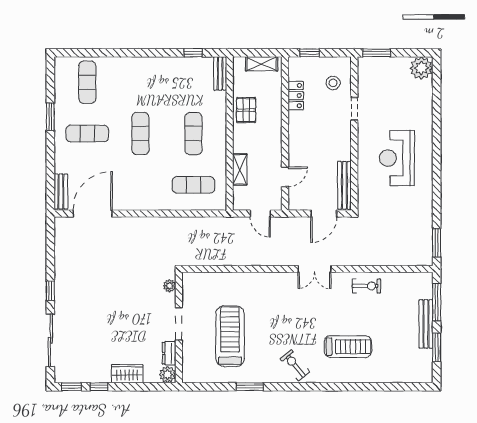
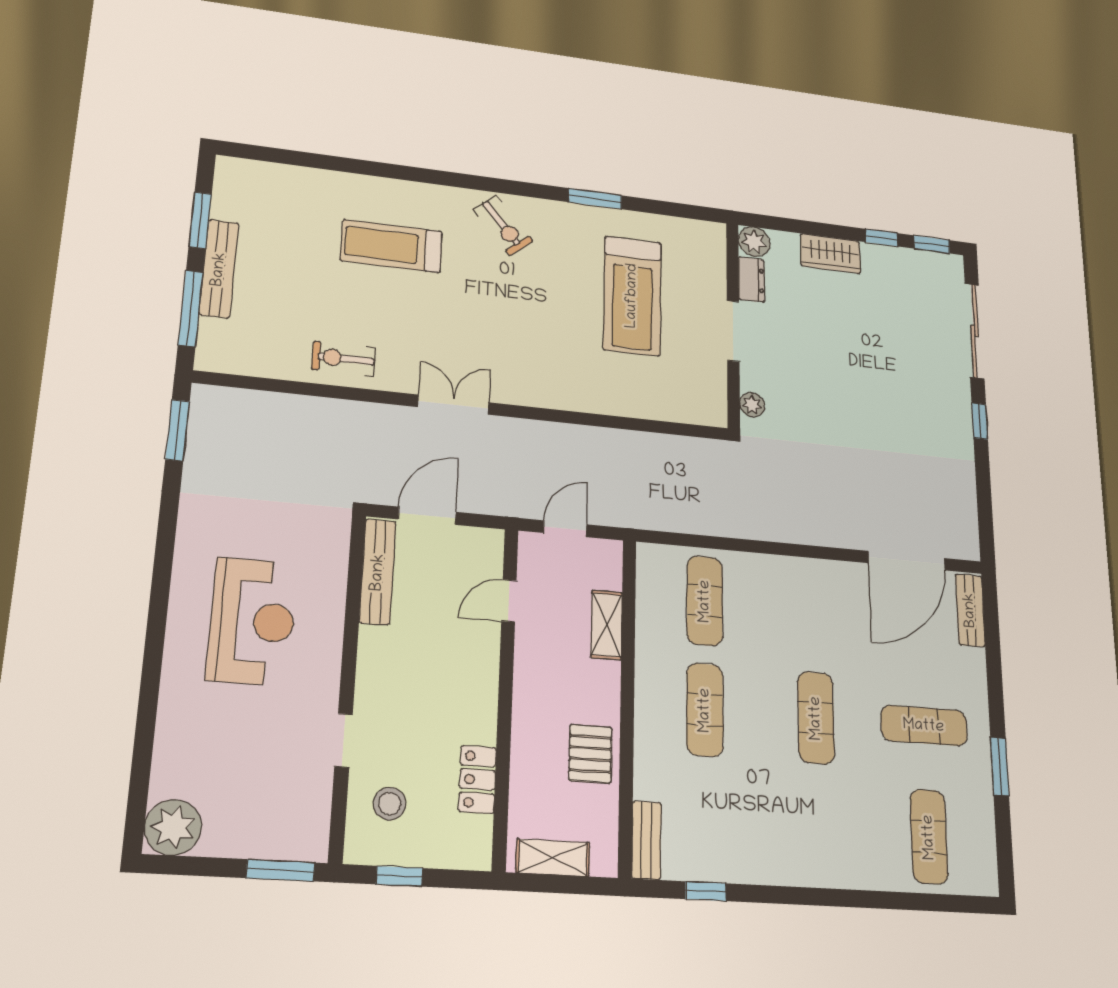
window: (310, 53) -> (399, 876), moved
exercise mat: (193, 185) -> (705, 601), turned 90
door: (260, 214) -> (565, 529), hinge flipped

